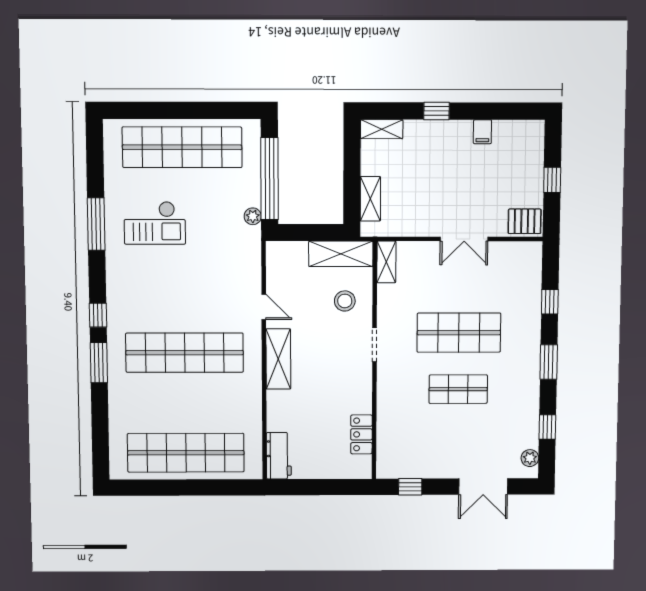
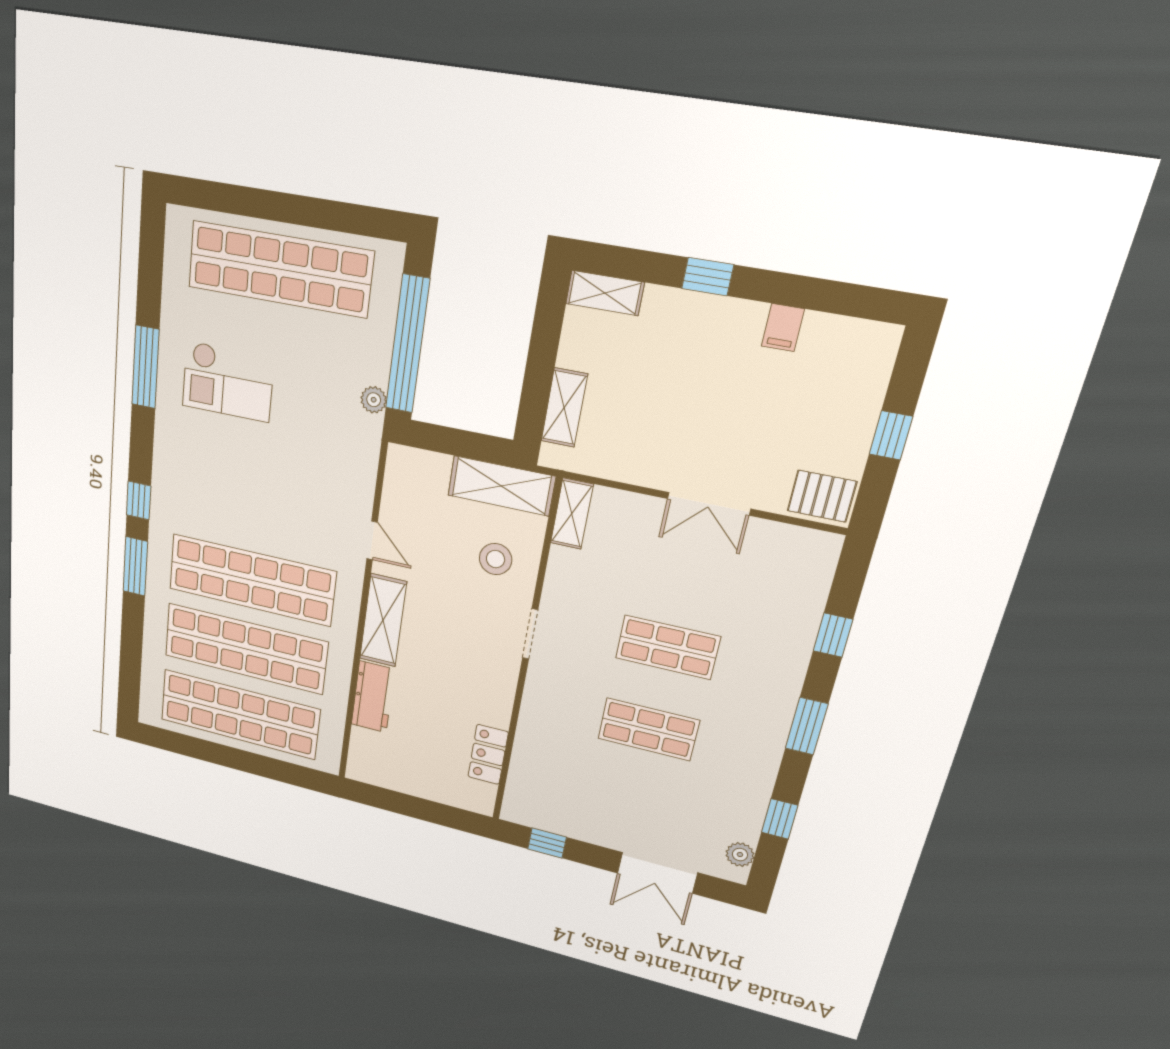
shop shelf: (459, 333) -> (668, 647), width x0.70, depth x0.74
shop shelf: (185, 403) -> (245, 649), added
workbench: (279, 456) -> (373, 697), moved

